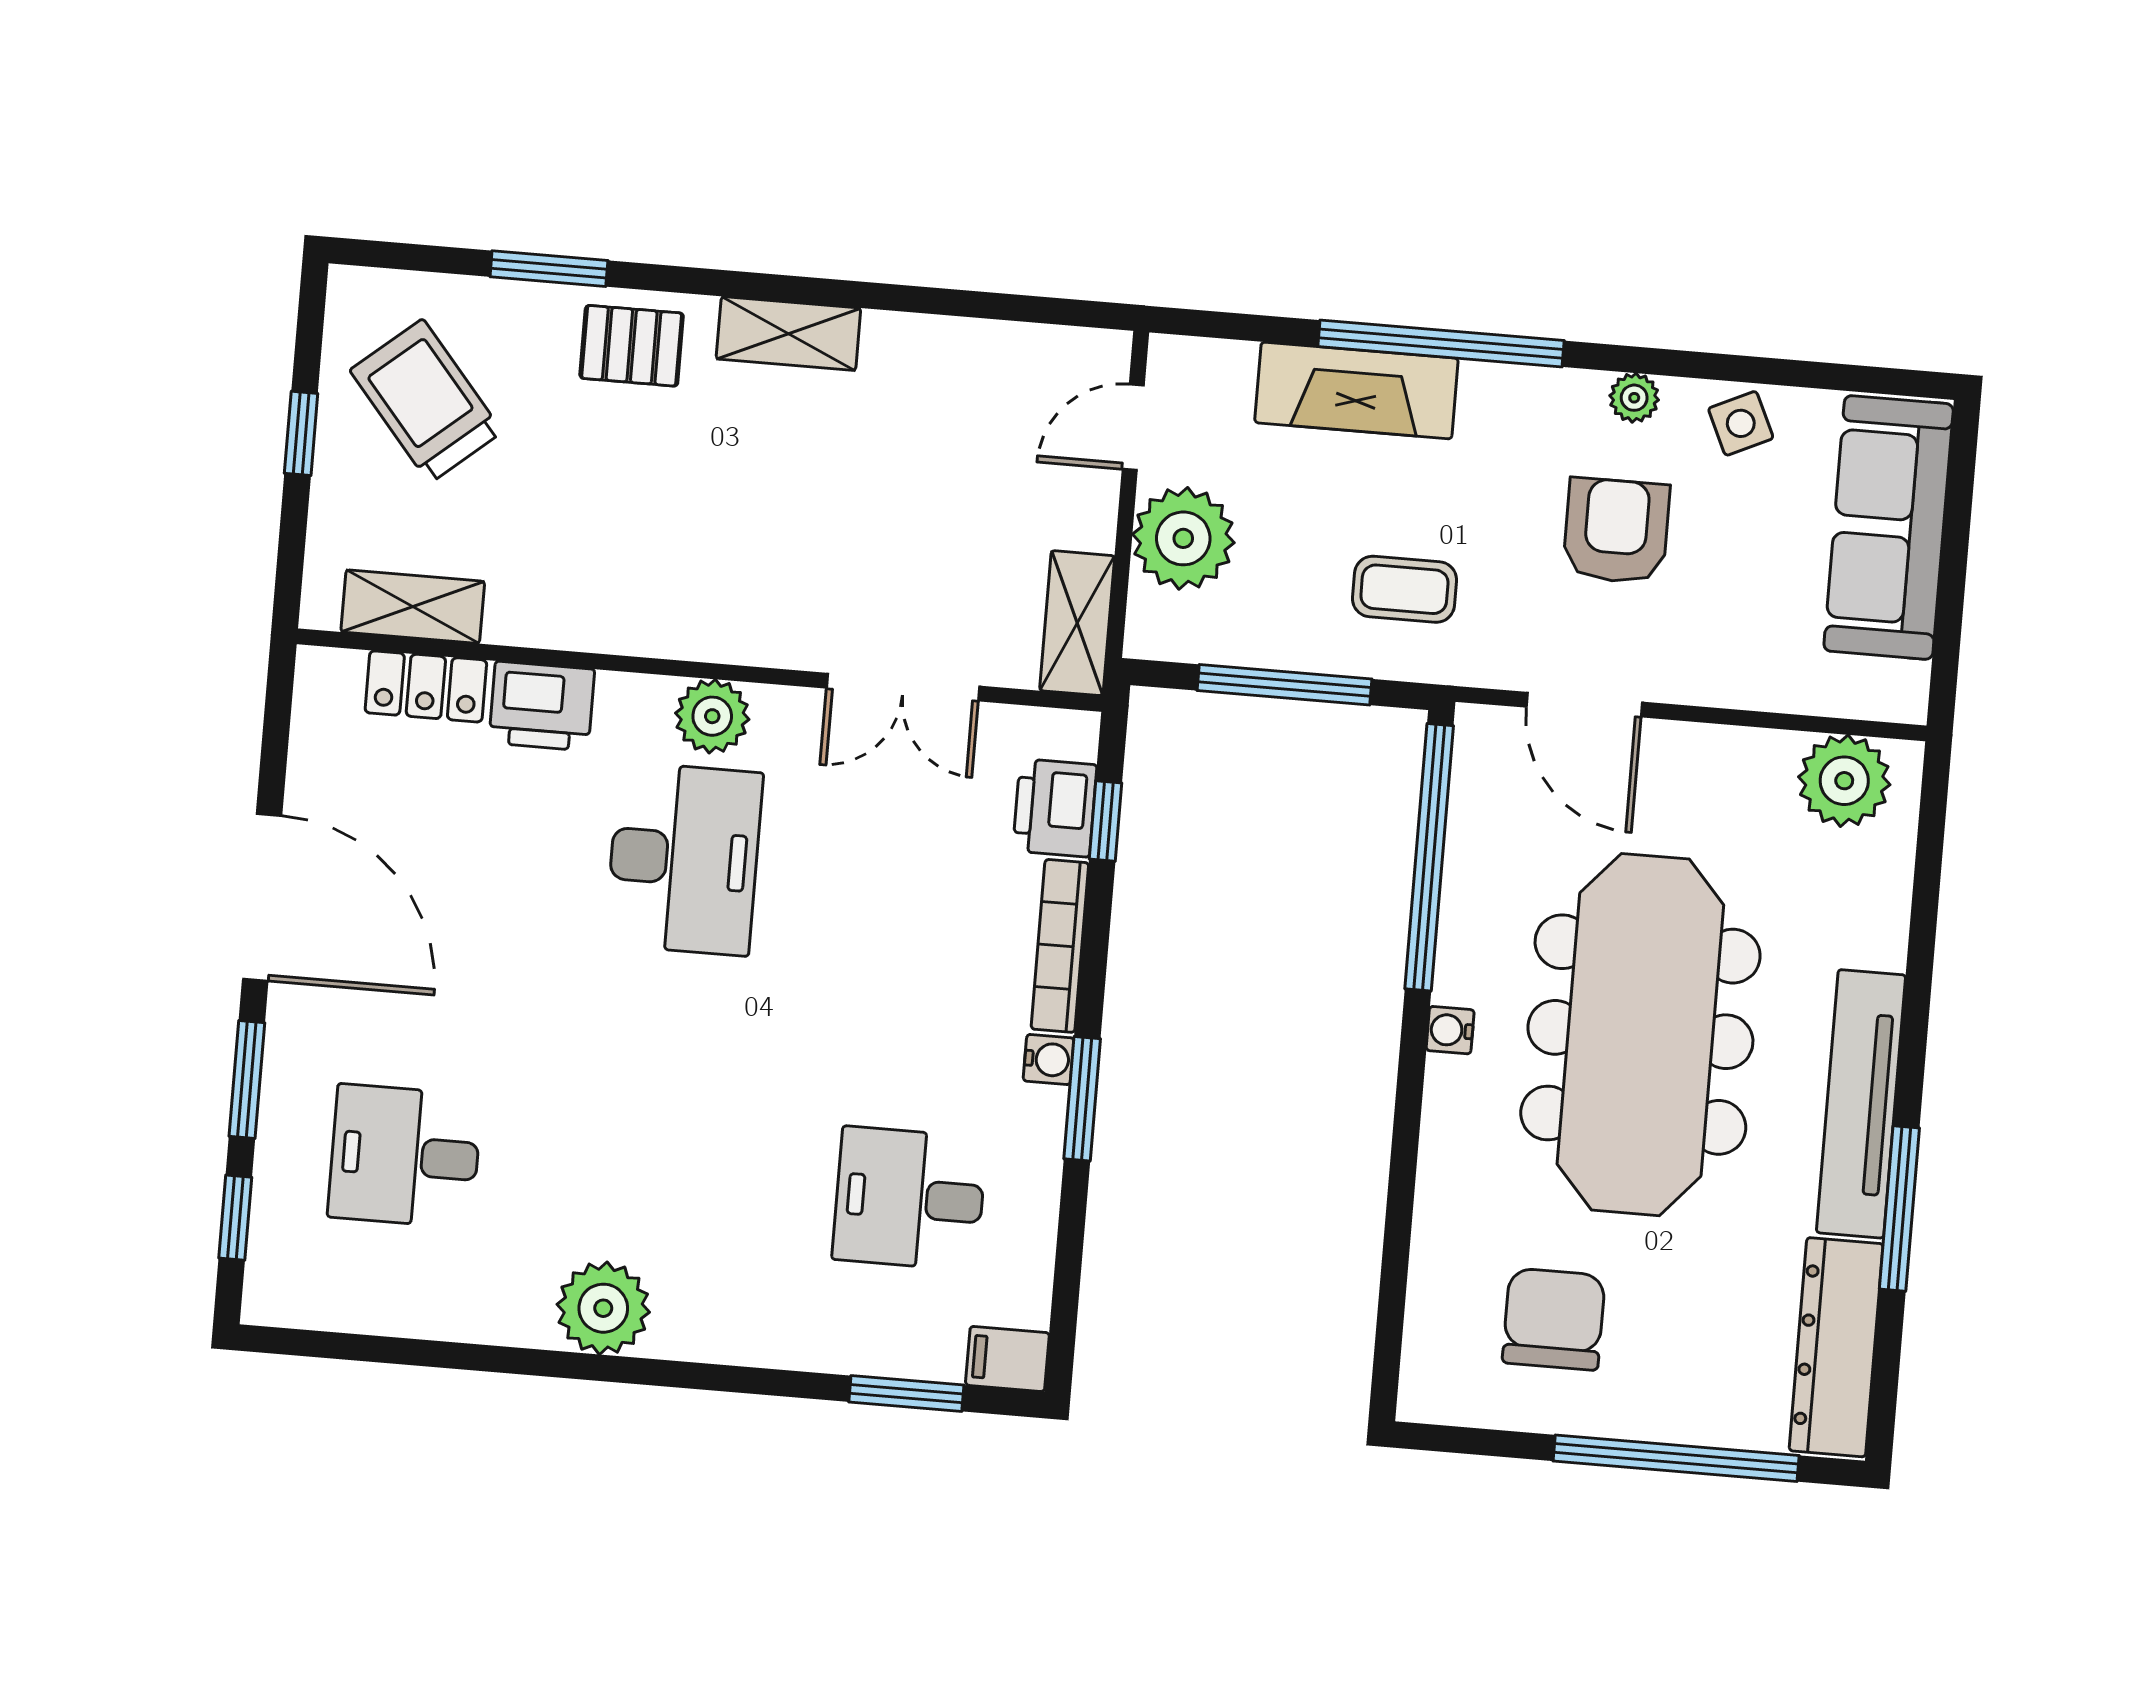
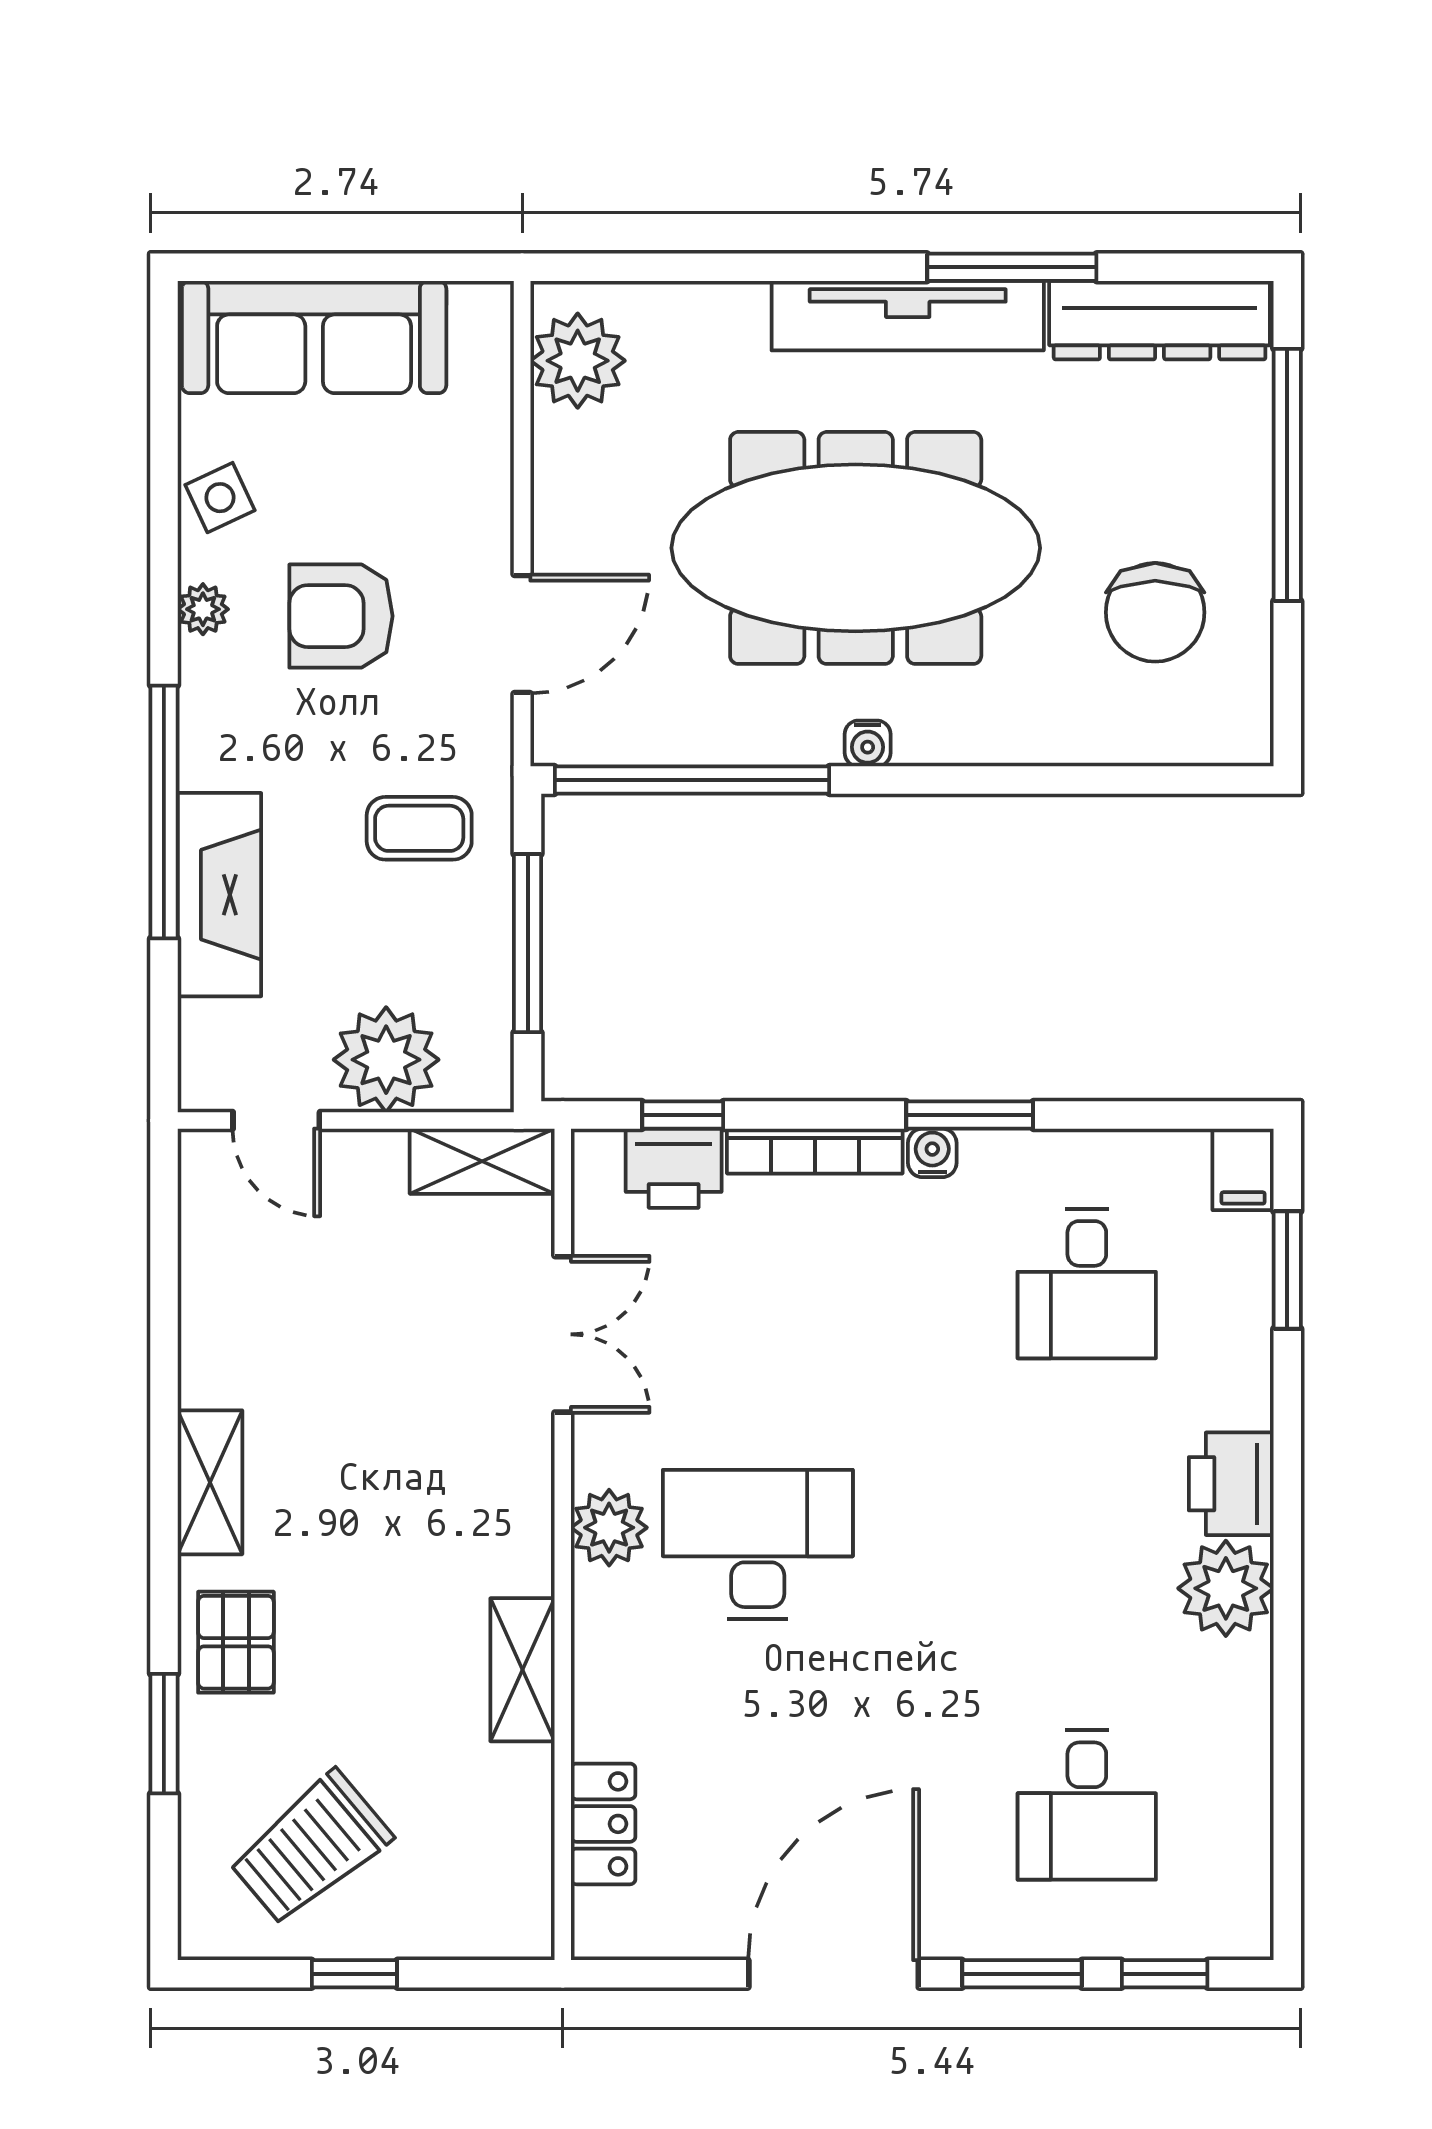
coffee table: (1404, 589) -> (419, 828), turned 90
shelving: (413, 607) -> (522, 1670), moved
printer: (542, 706) -> (1231, 1484), moved, turned 180
chair: (1554, 1319) -> (1155, 612), turned -90

